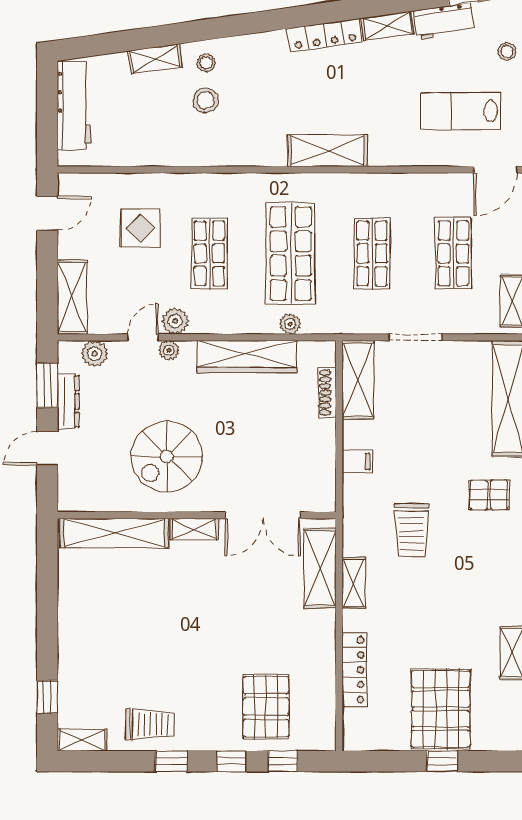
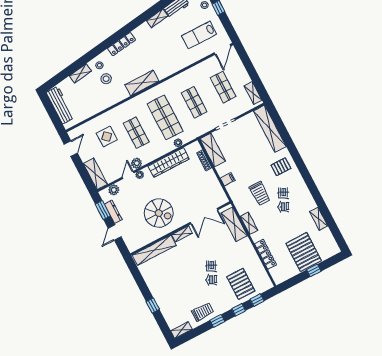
locker: (325, 35) -> (121, 44), moved
shelving: (328, 151) -> (142, 83), moved
spiral stairs: (167, 457) -> (159, 213), turned -90
window: (47, 697) -> (153, 305), moved

